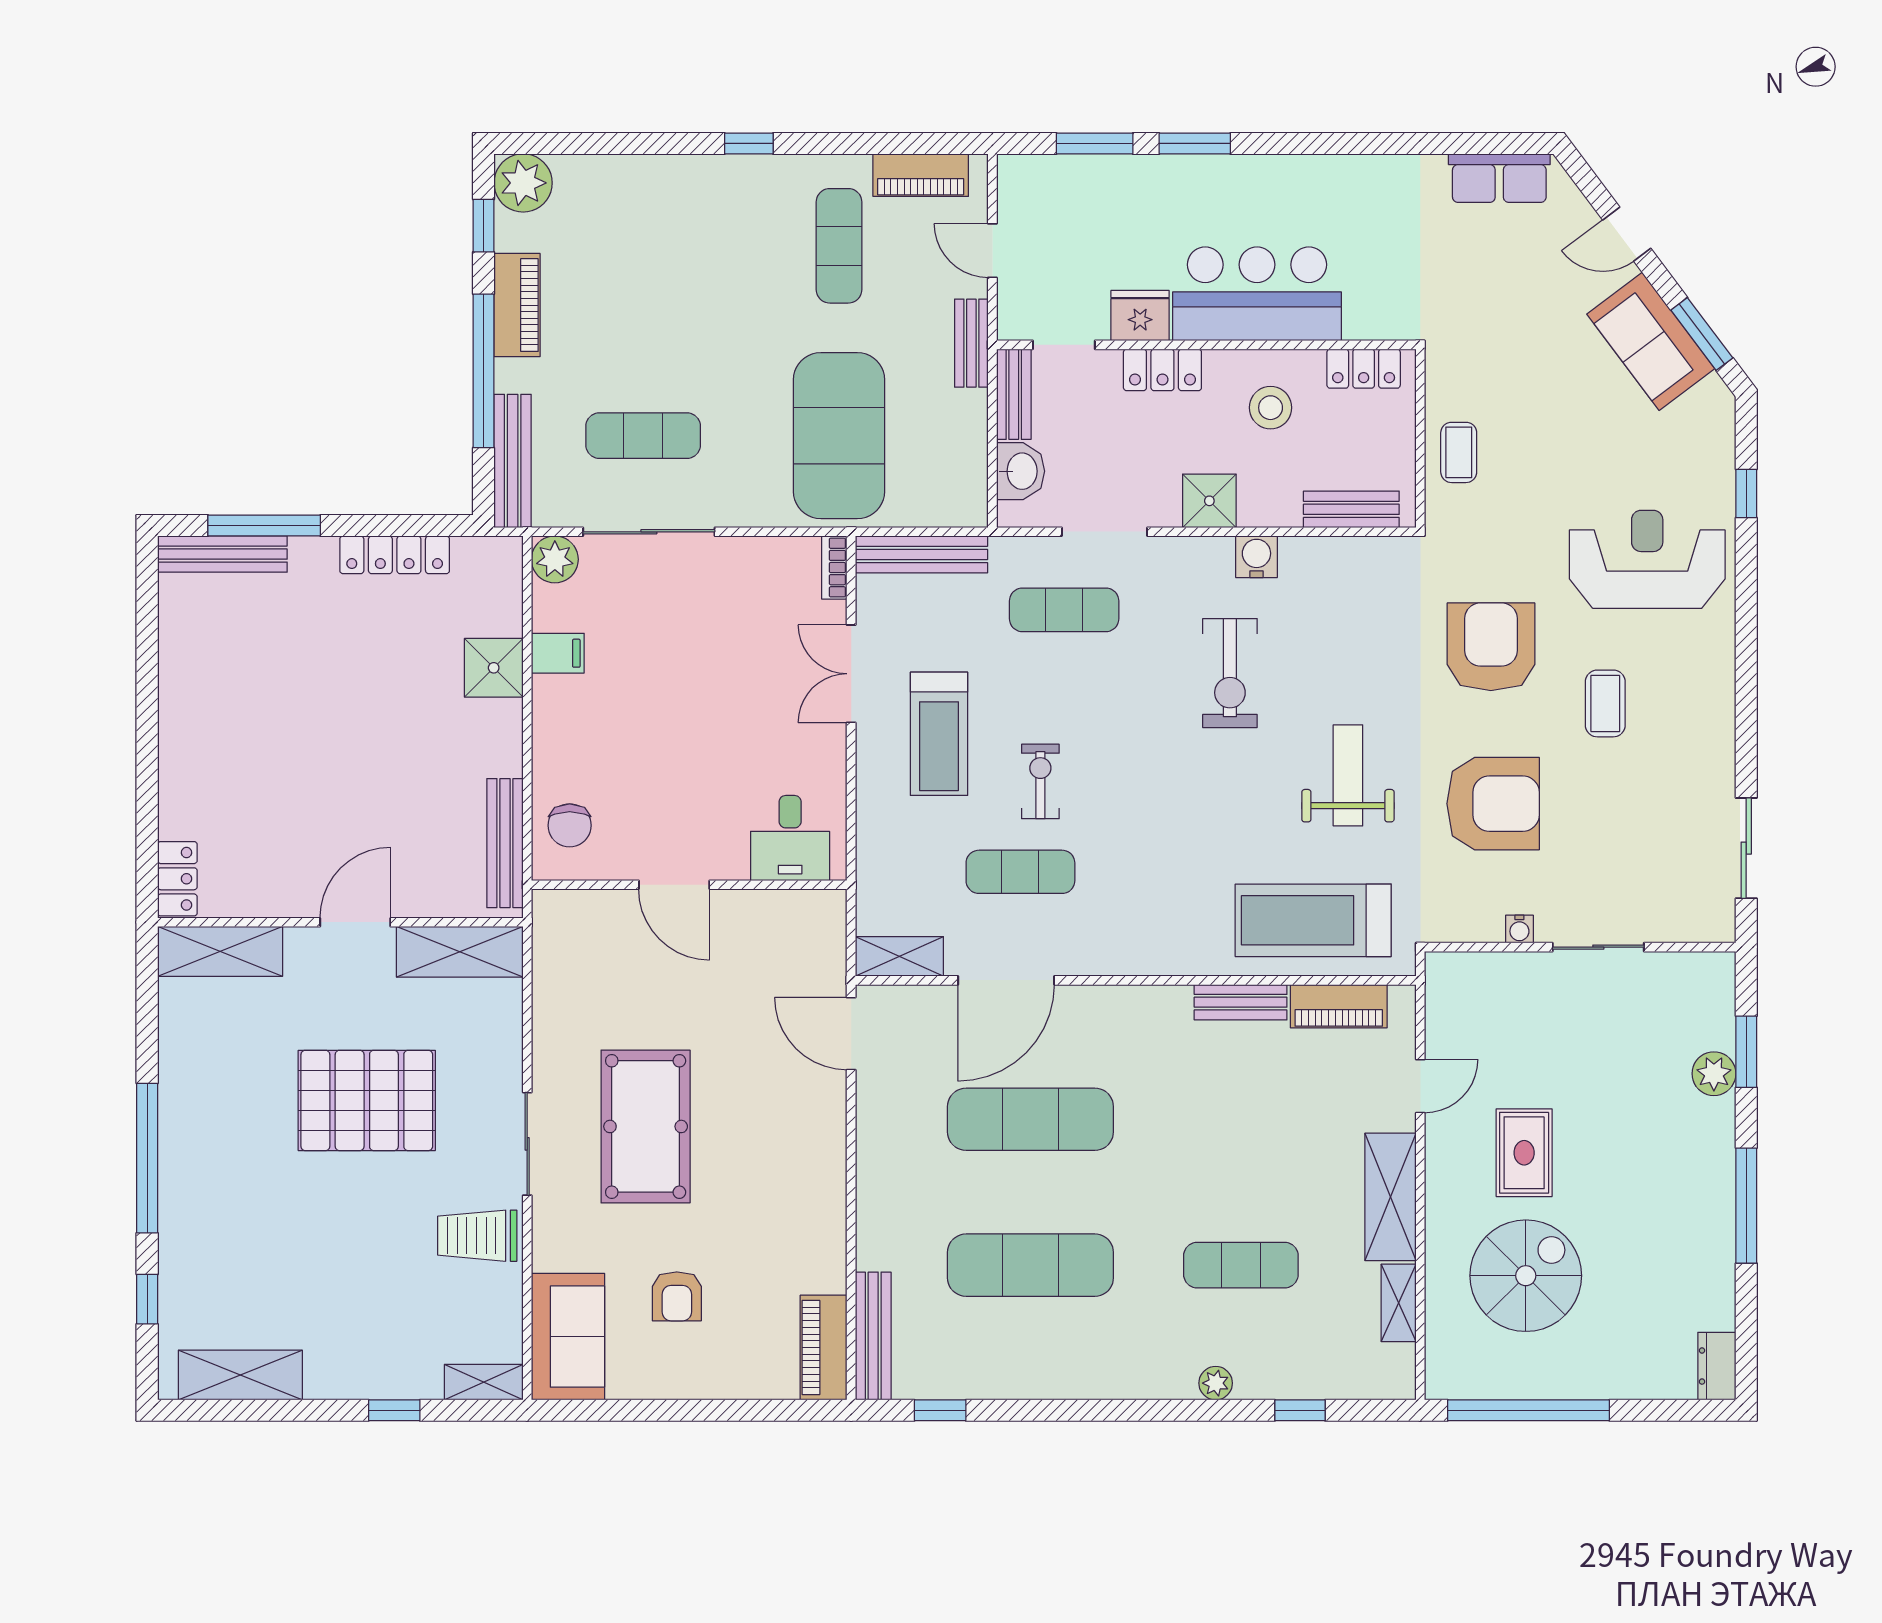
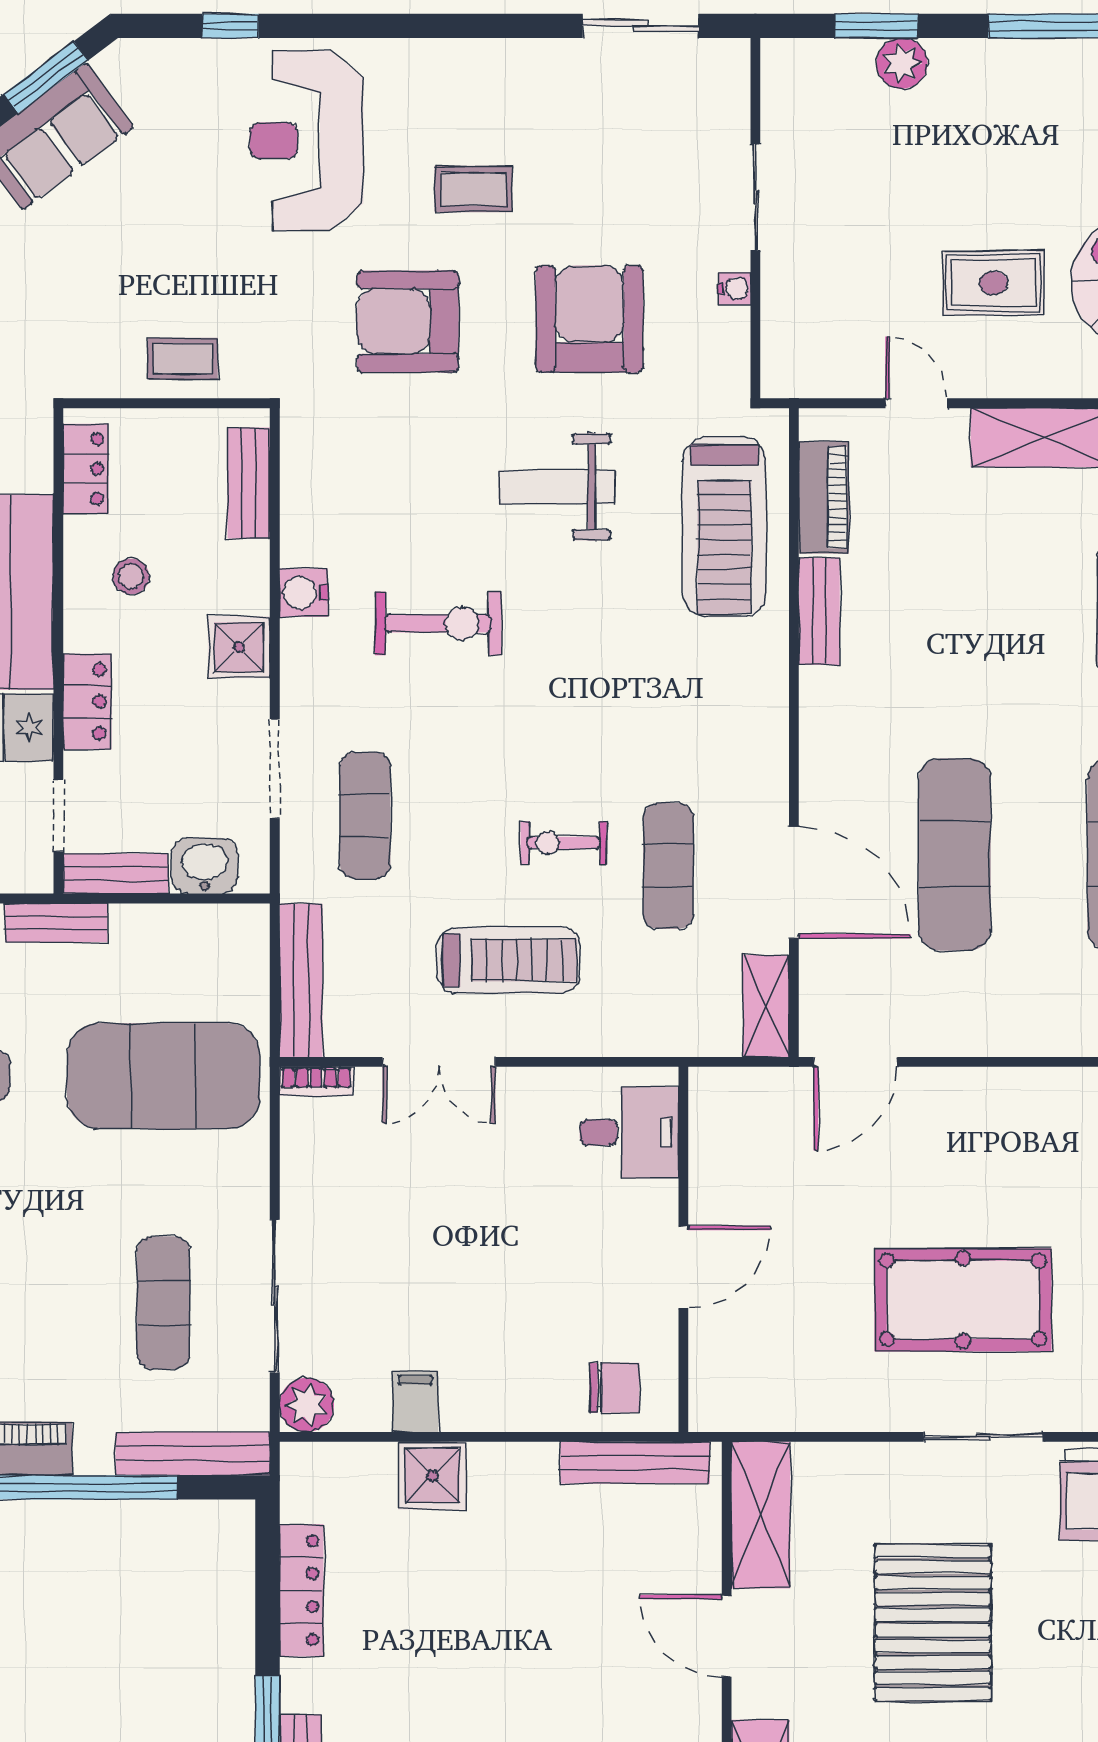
stool: (1271, 408) -> (131, 577), width x0.73, depth x0.73

